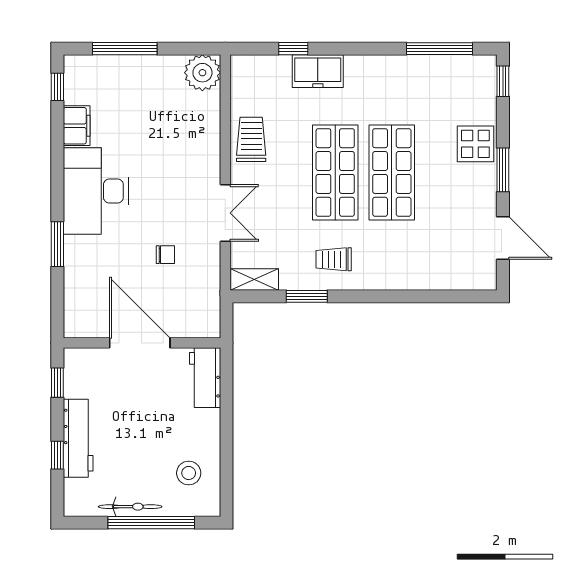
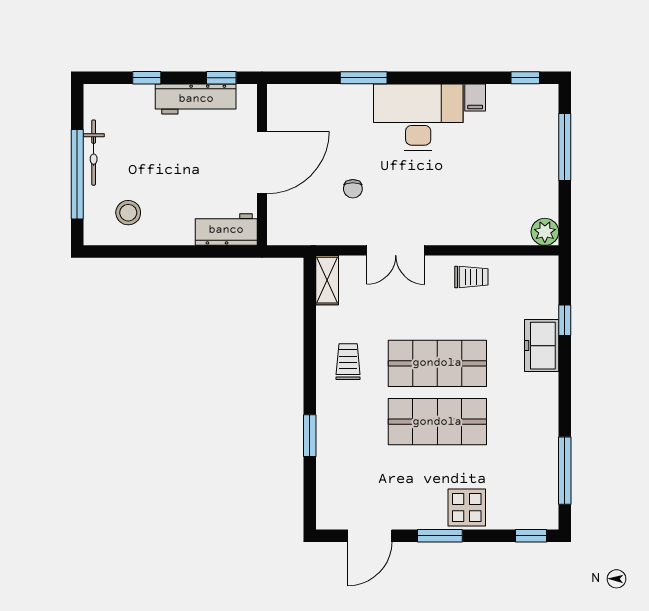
plant: (202, 73) -> (545, 232), width x0.73, depth x0.73
filing cabinet: (77, 126) -> (475, 97), width x0.50
trolley: (251, 139) -> (471, 277), width x0.73, depth x0.72
window: (307, 296) -> (310, 436), moved
workbench: (78, 438) -> (196, 99), moved

